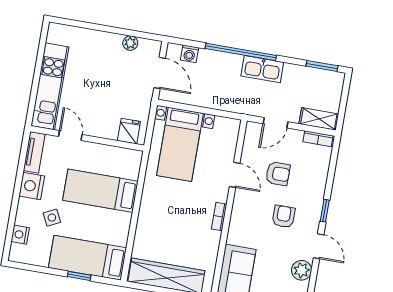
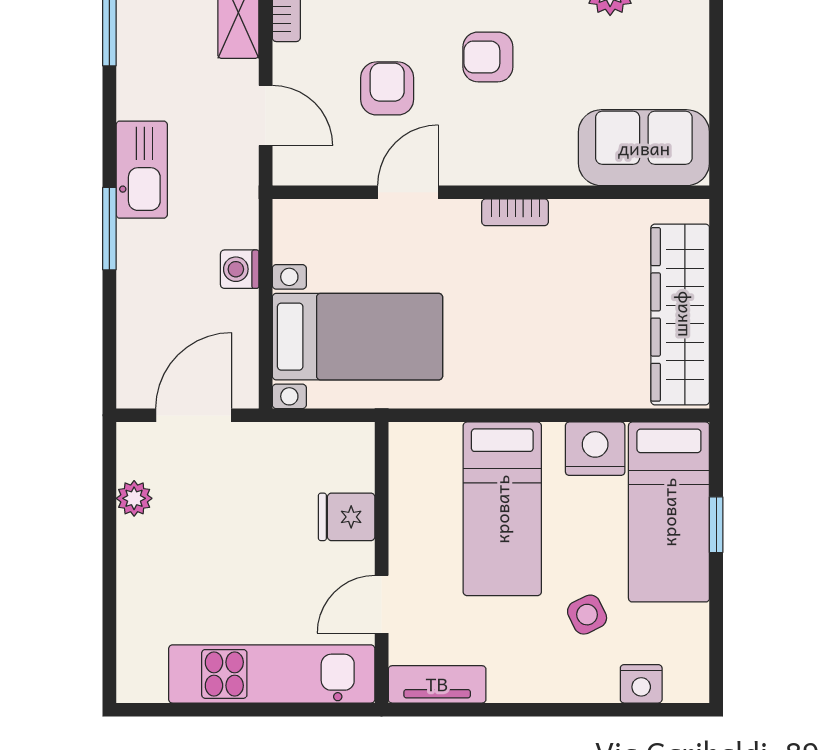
window: (241, 52) -> (109, 229), width x0.47
washing machine: (189, 54) -> (240, 269), moved, turned 180
fridge: (129, 131) -> (347, 517), moved
nightstand: (32, 186) -> (595, 449), moved, turned 180

